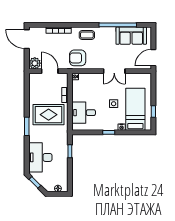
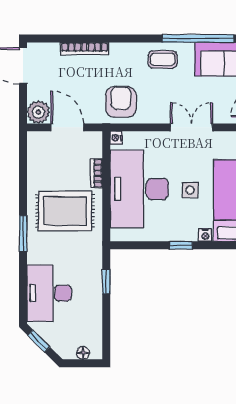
coffee table: (87, 35) -> (163, 59), moved
armchair: (78, 58) -> (121, 102), turned 90
double door: (114, 71) -> (191, 127), swing flipped
desk: (84, 113) -> (139, 189), width x1.87, depth x1.30

